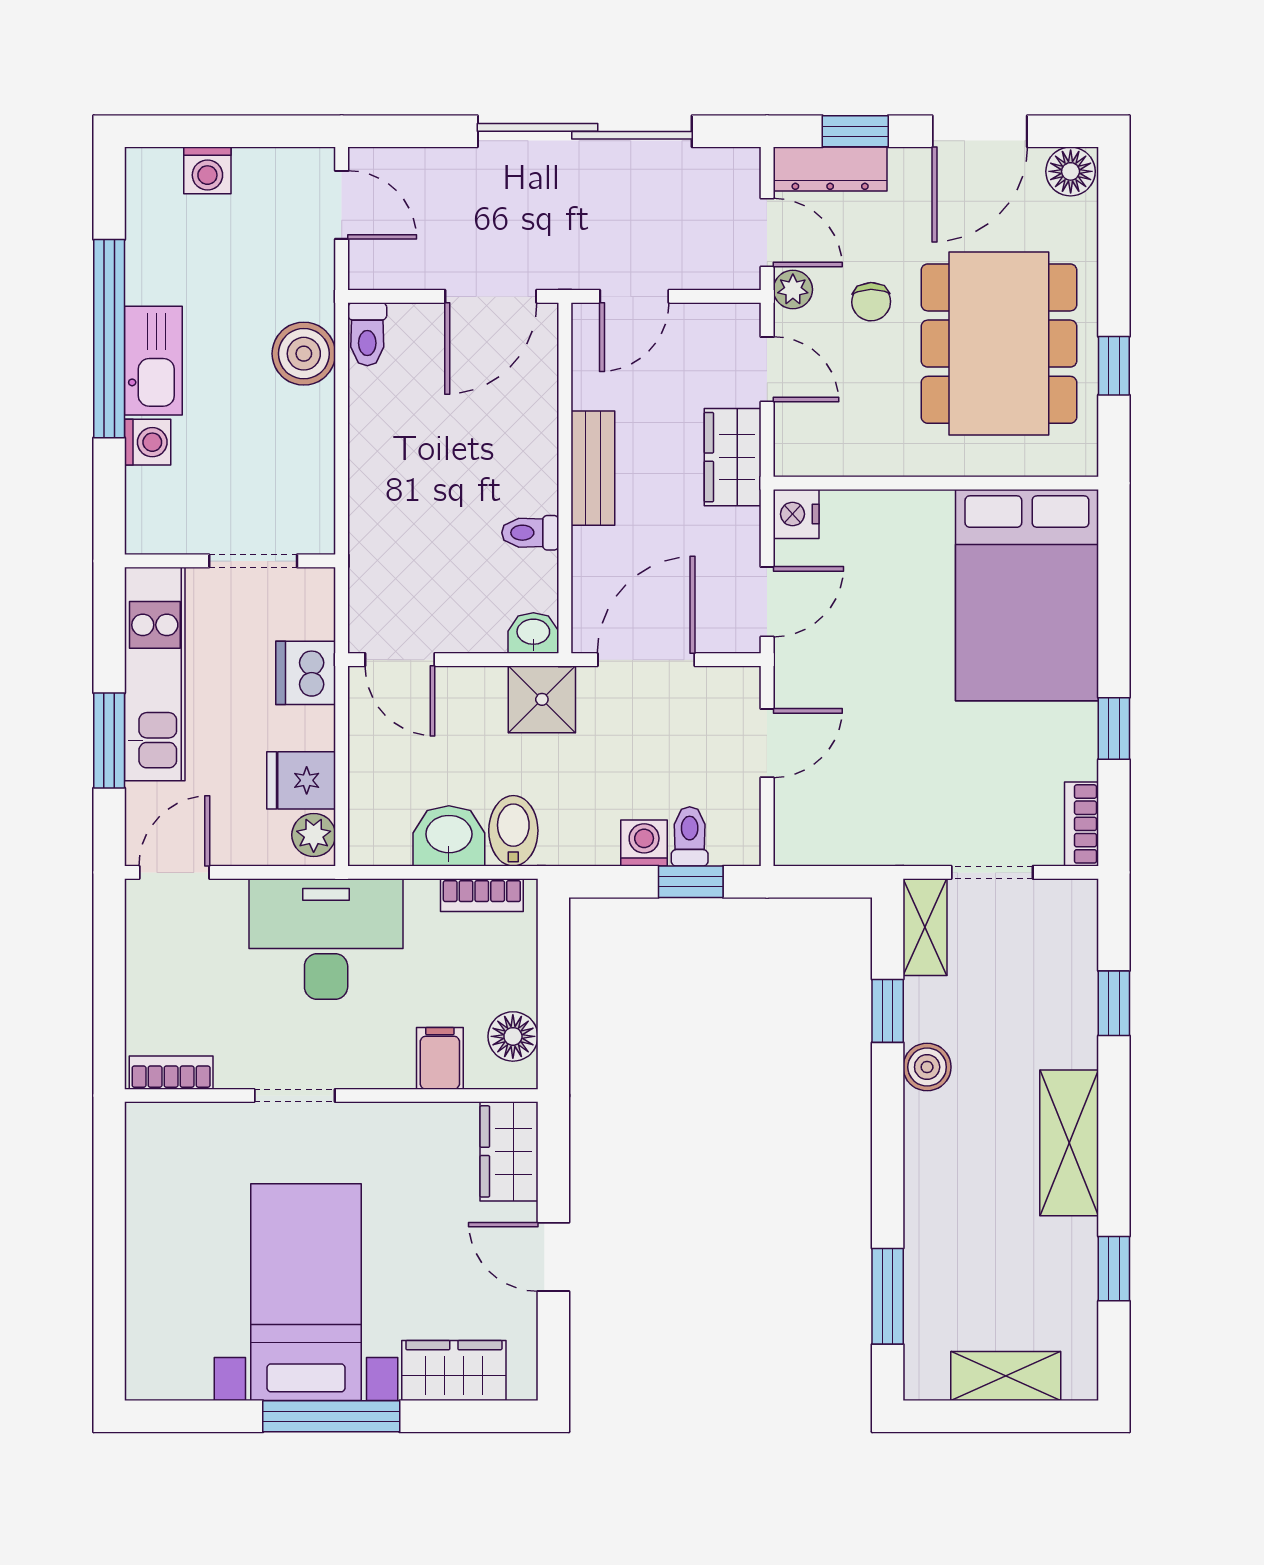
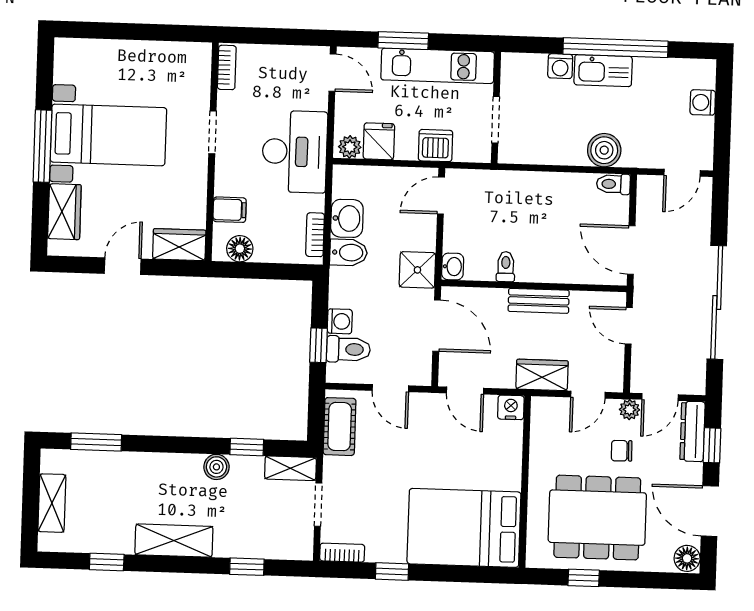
toilet: (690, 836) -> (348, 349), width x1.37, depth x1.39
cot: (843, 837) -> (340, 427), added

